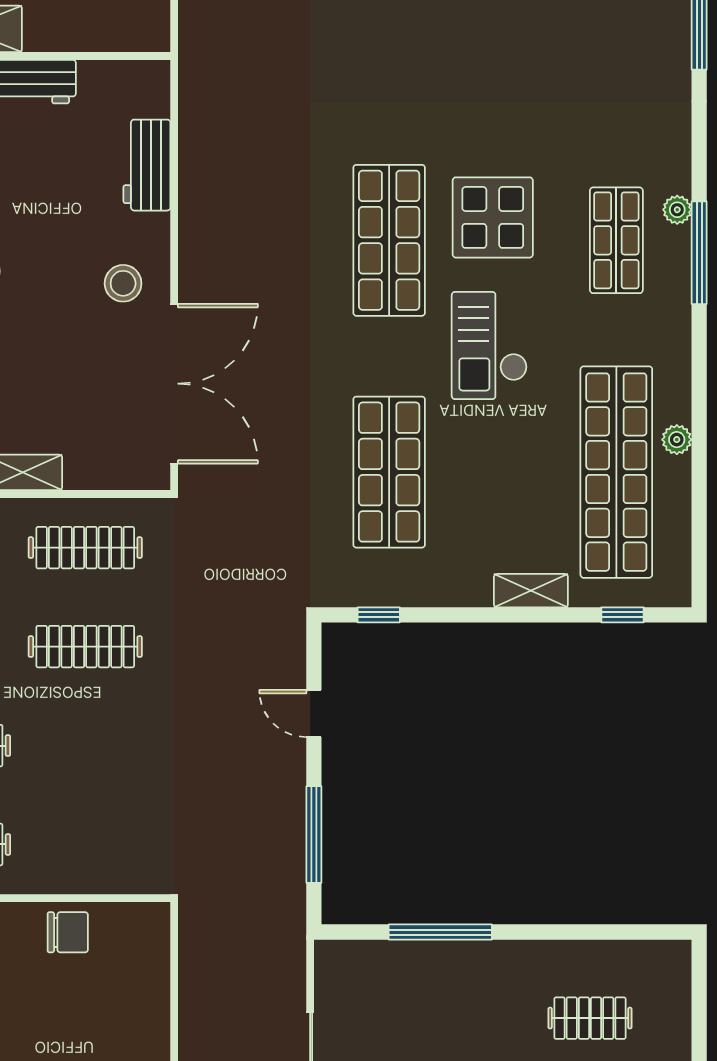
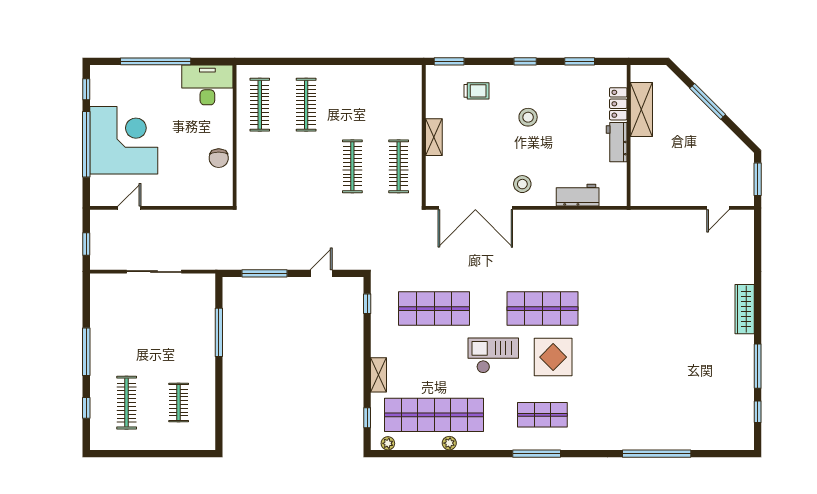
plant: (677, 210) -> (388, 443), moved

